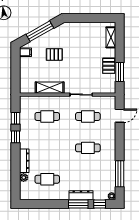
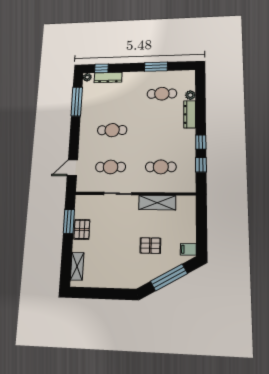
dresser: (81, 195) -> (108, 78), moved
window: (78, 204) -> (156, 67), moved

